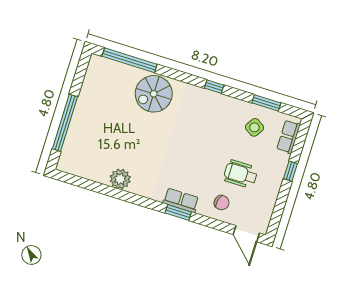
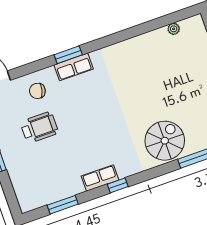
side table: (254, 127) -> (57, 176), removed
row of seats: (289, 137) -> (100, 178), moved, turned -90
plant: (120, 179) -> (174, 29), moved, width x0.53, depth x0.53

